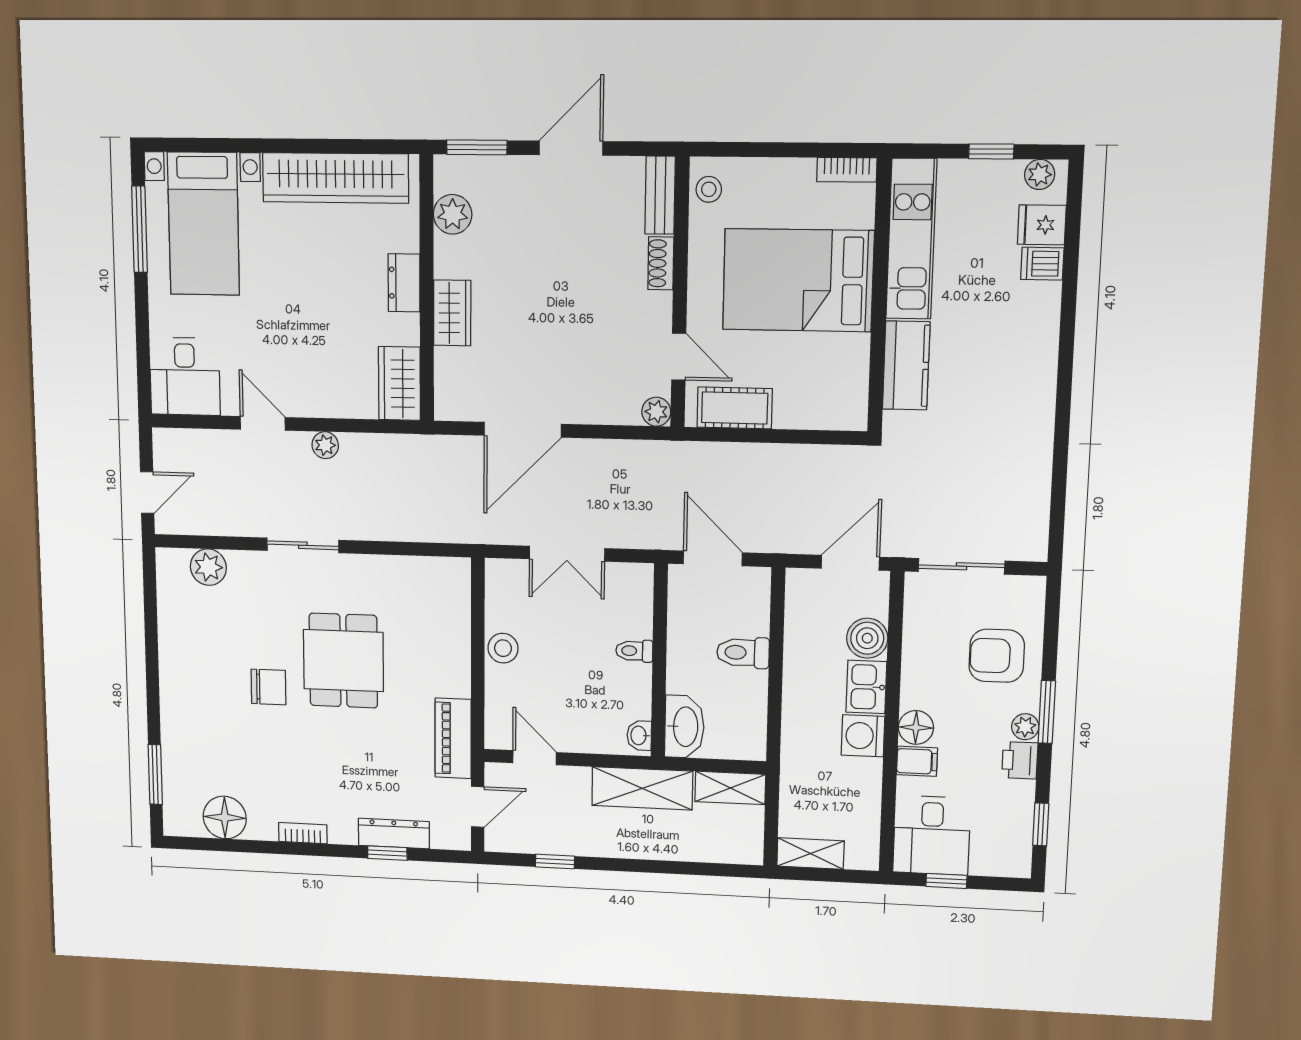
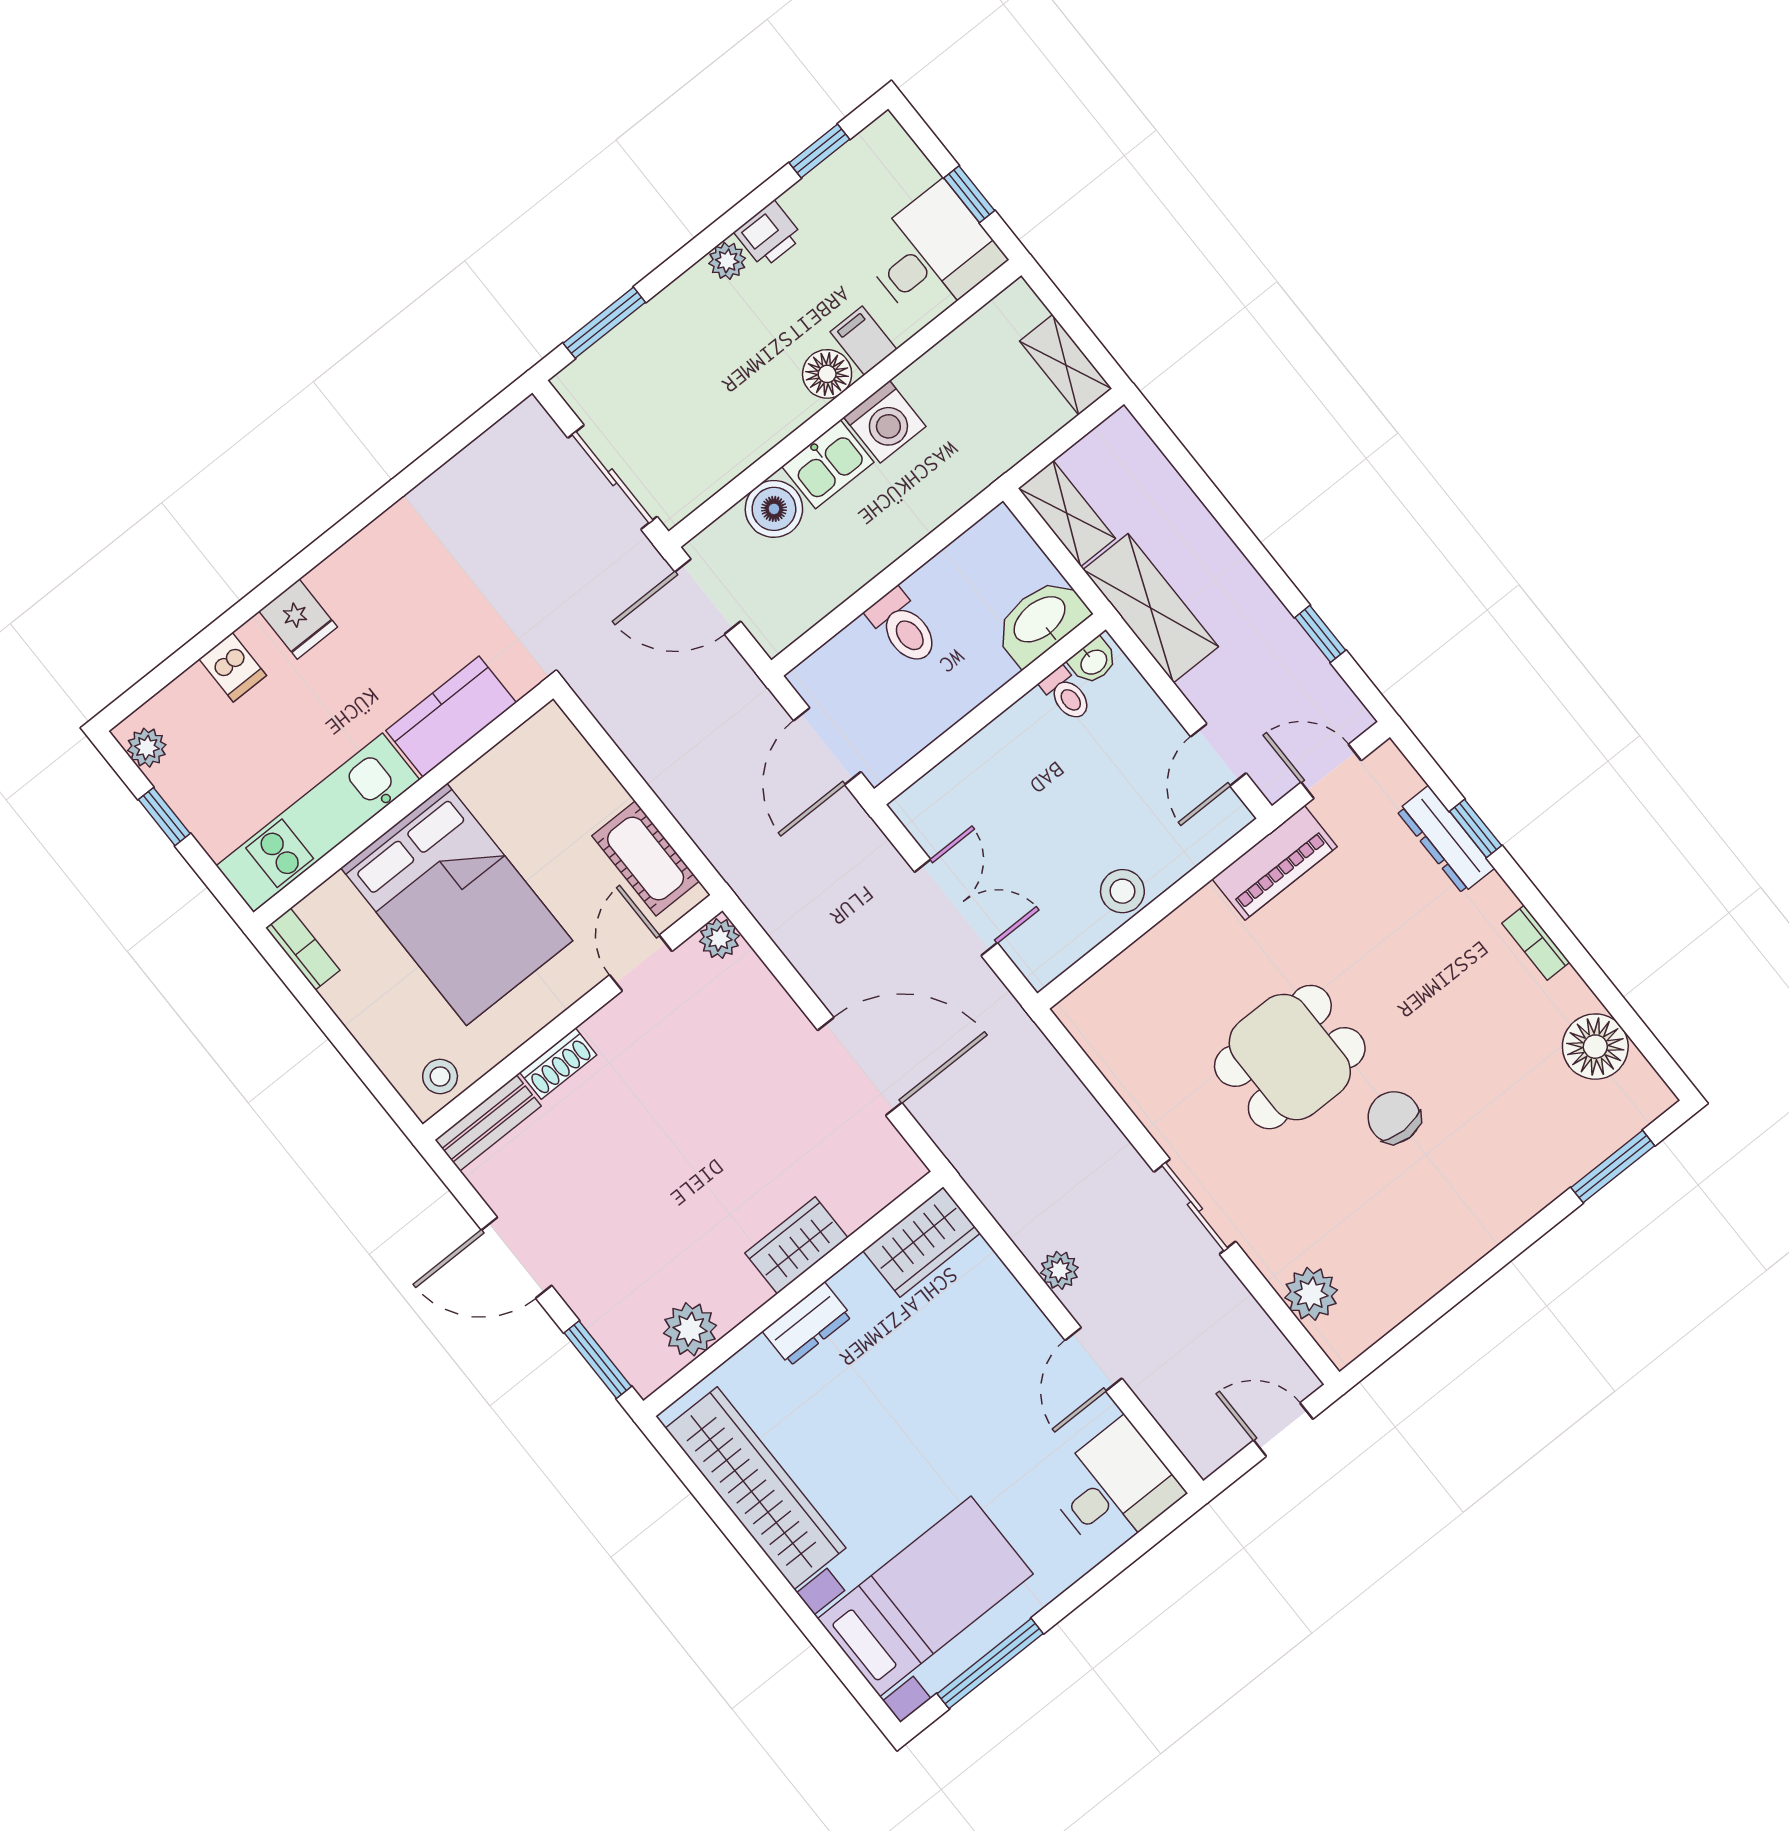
fridge: (1042, 225) -> (298, 619), moved
toilet: (634, 651) -> (1066, 694), moved
armchair: (997, 656) -> (676, 358), removed
window: (1047, 712) -> (604, 323), moved

